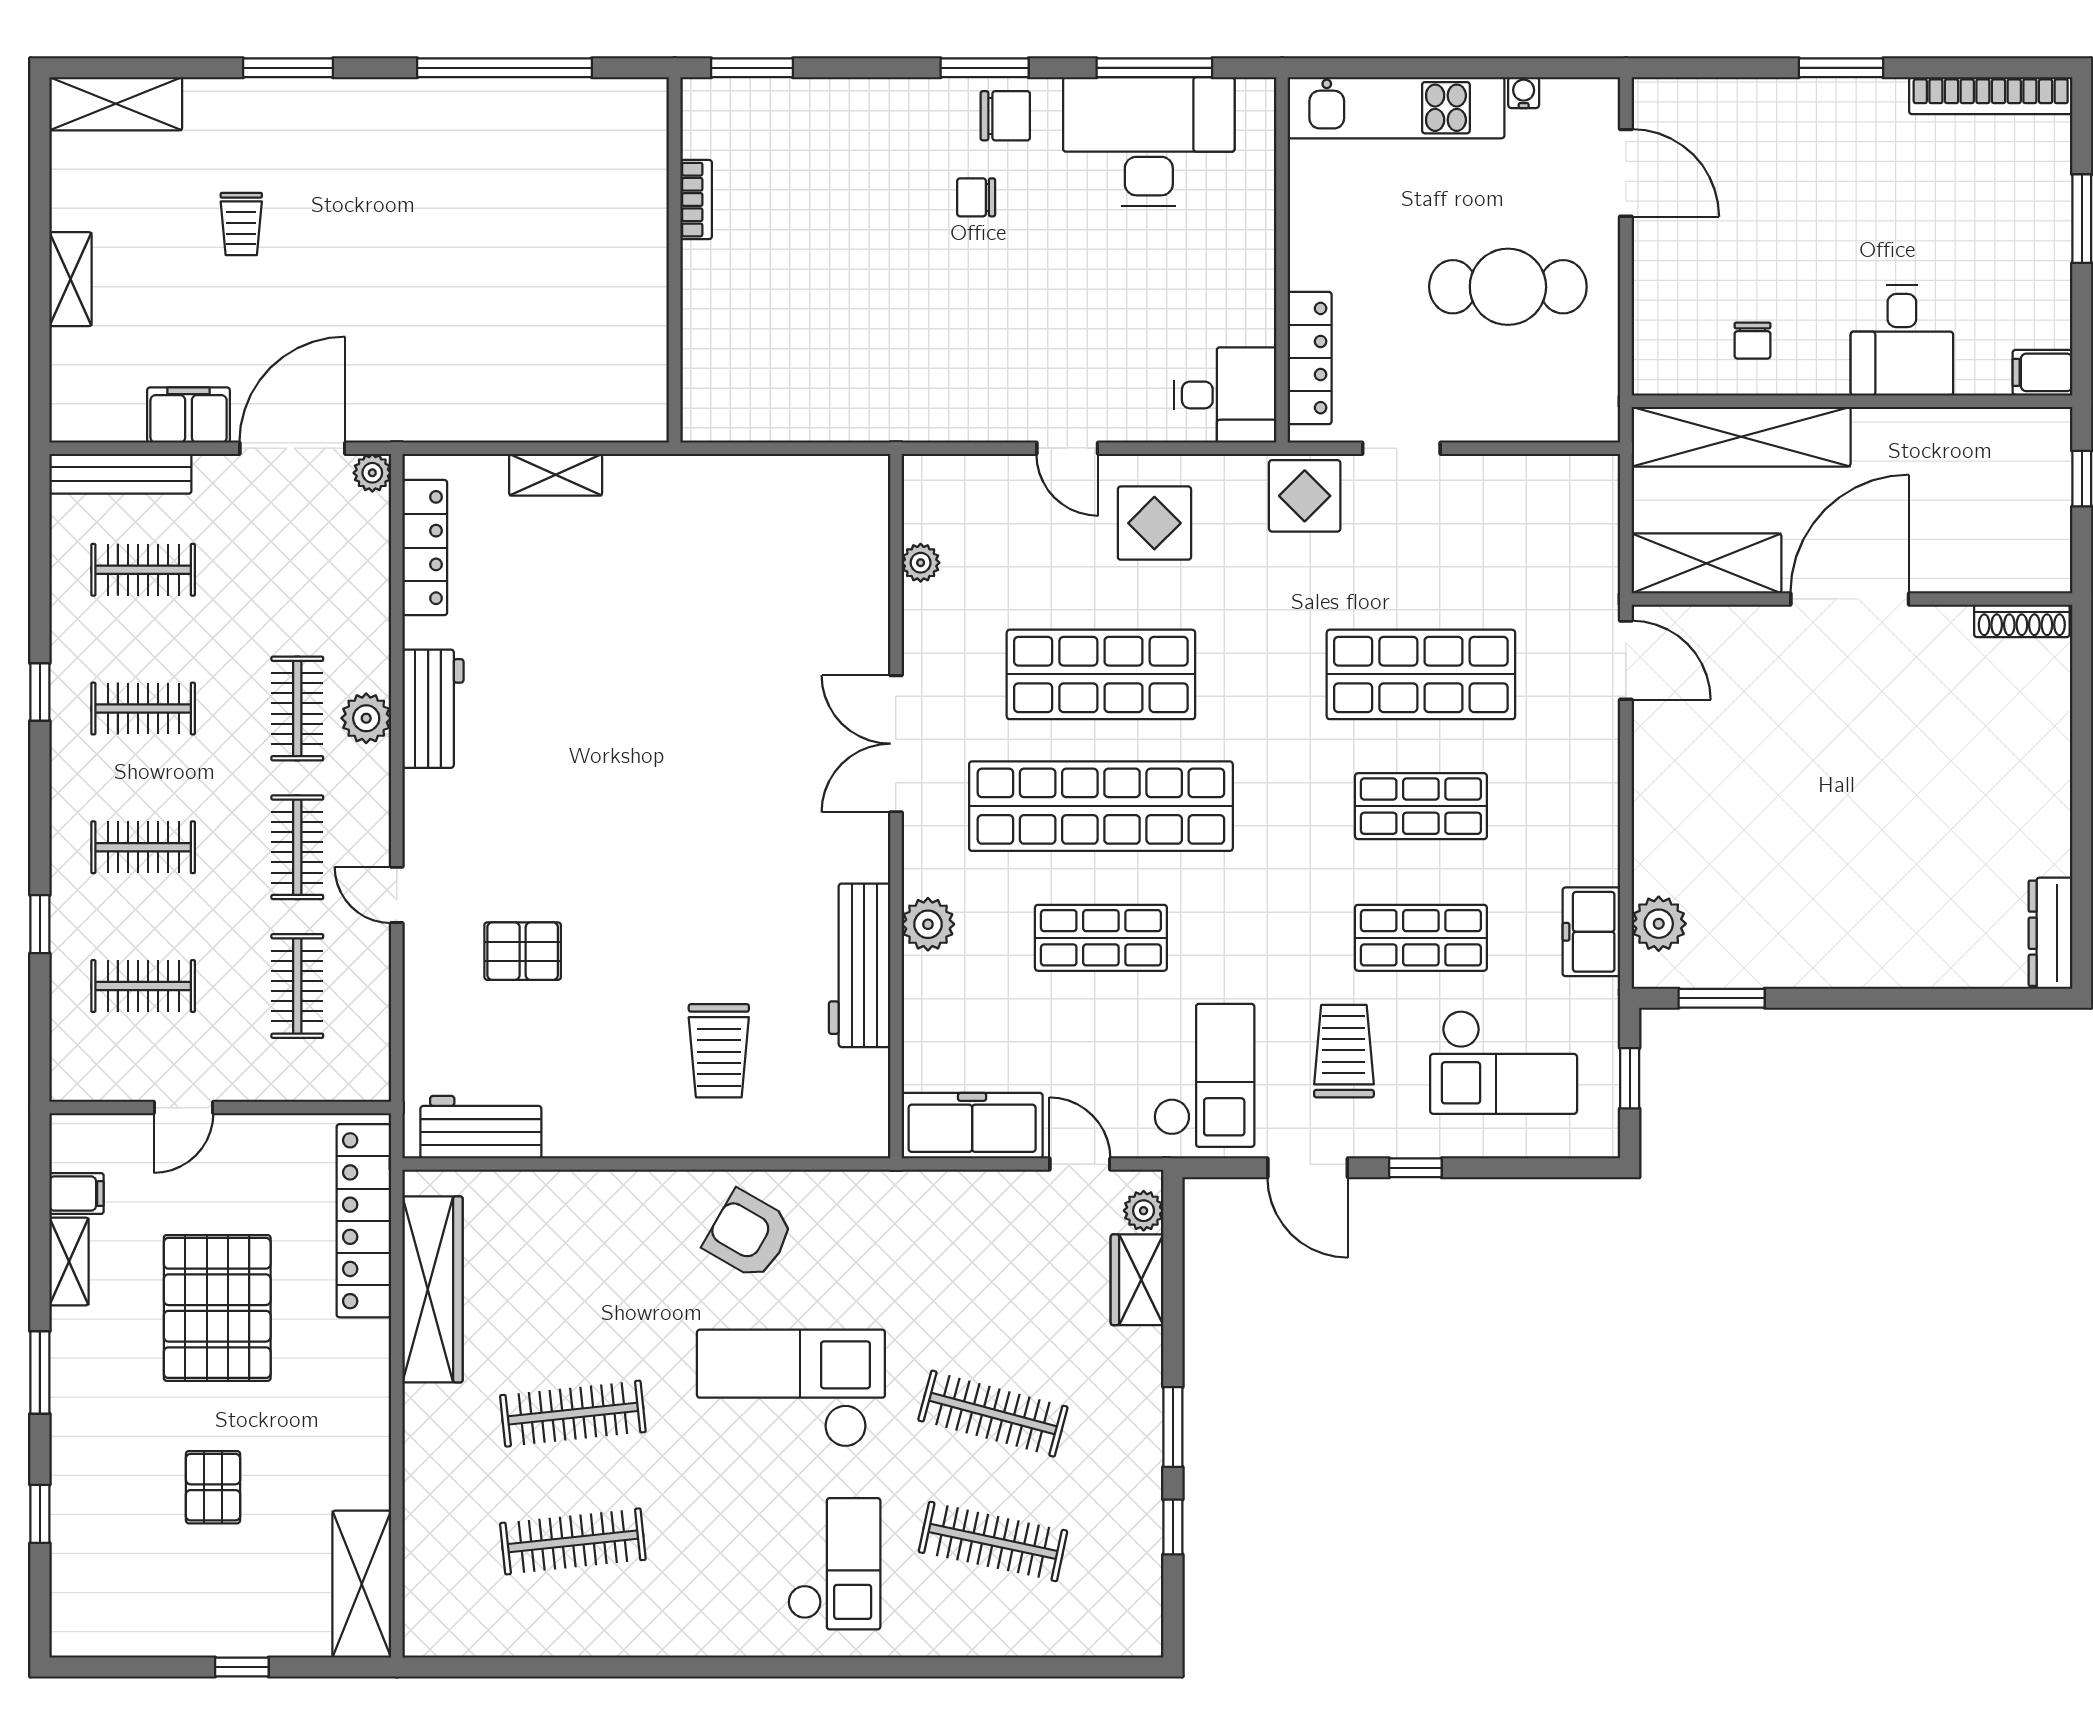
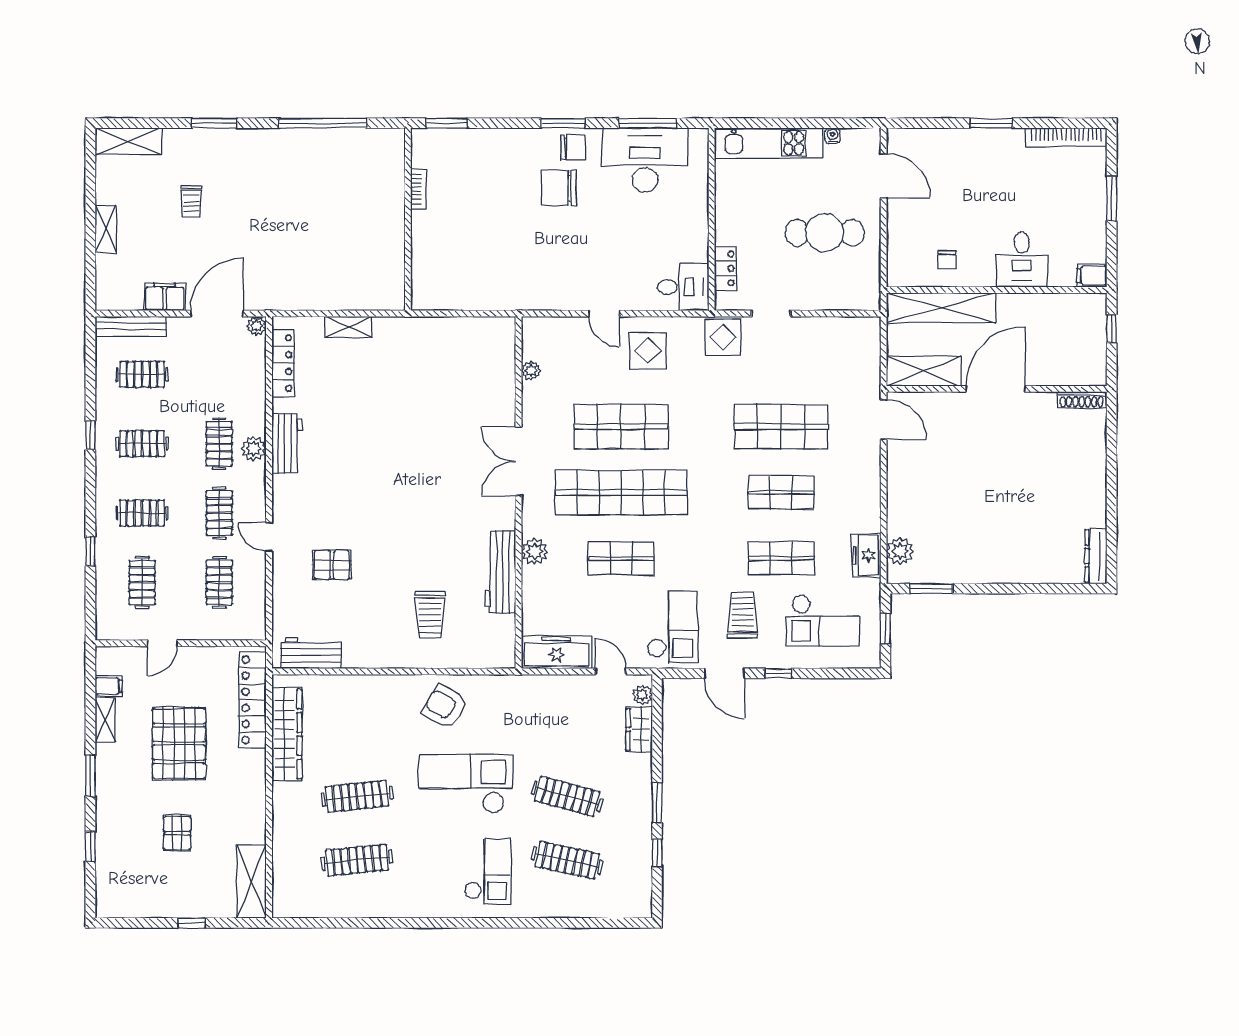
chair: (976, 197) -> (559, 188), width x1.87, depth x1.87
locker: (1310, 358) -> (725, 268), width x0.66
clothes rail: (143, 986) -> (142, 582), turned 90

